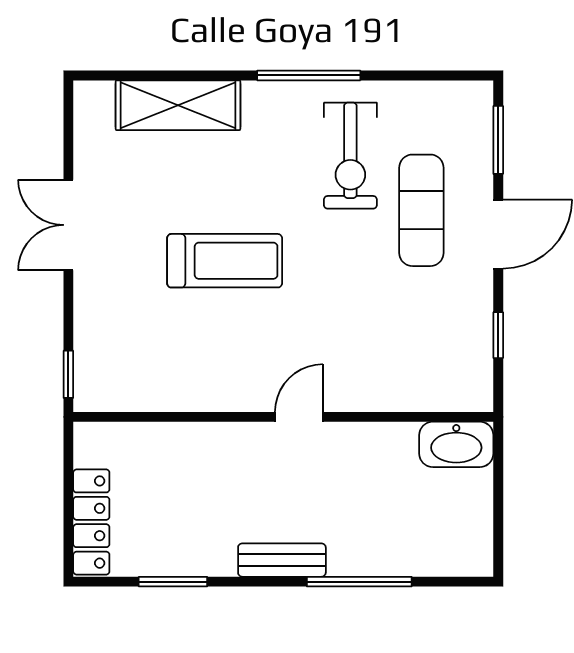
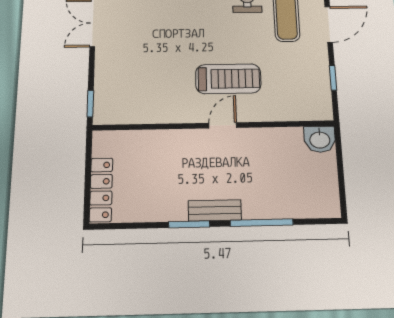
treadmill: (225, 261) -> (228, 79), moved
washbasin: (456, 444) -> (320, 139), width x0.72
window: (173, 582) -> (189, 224), moved

